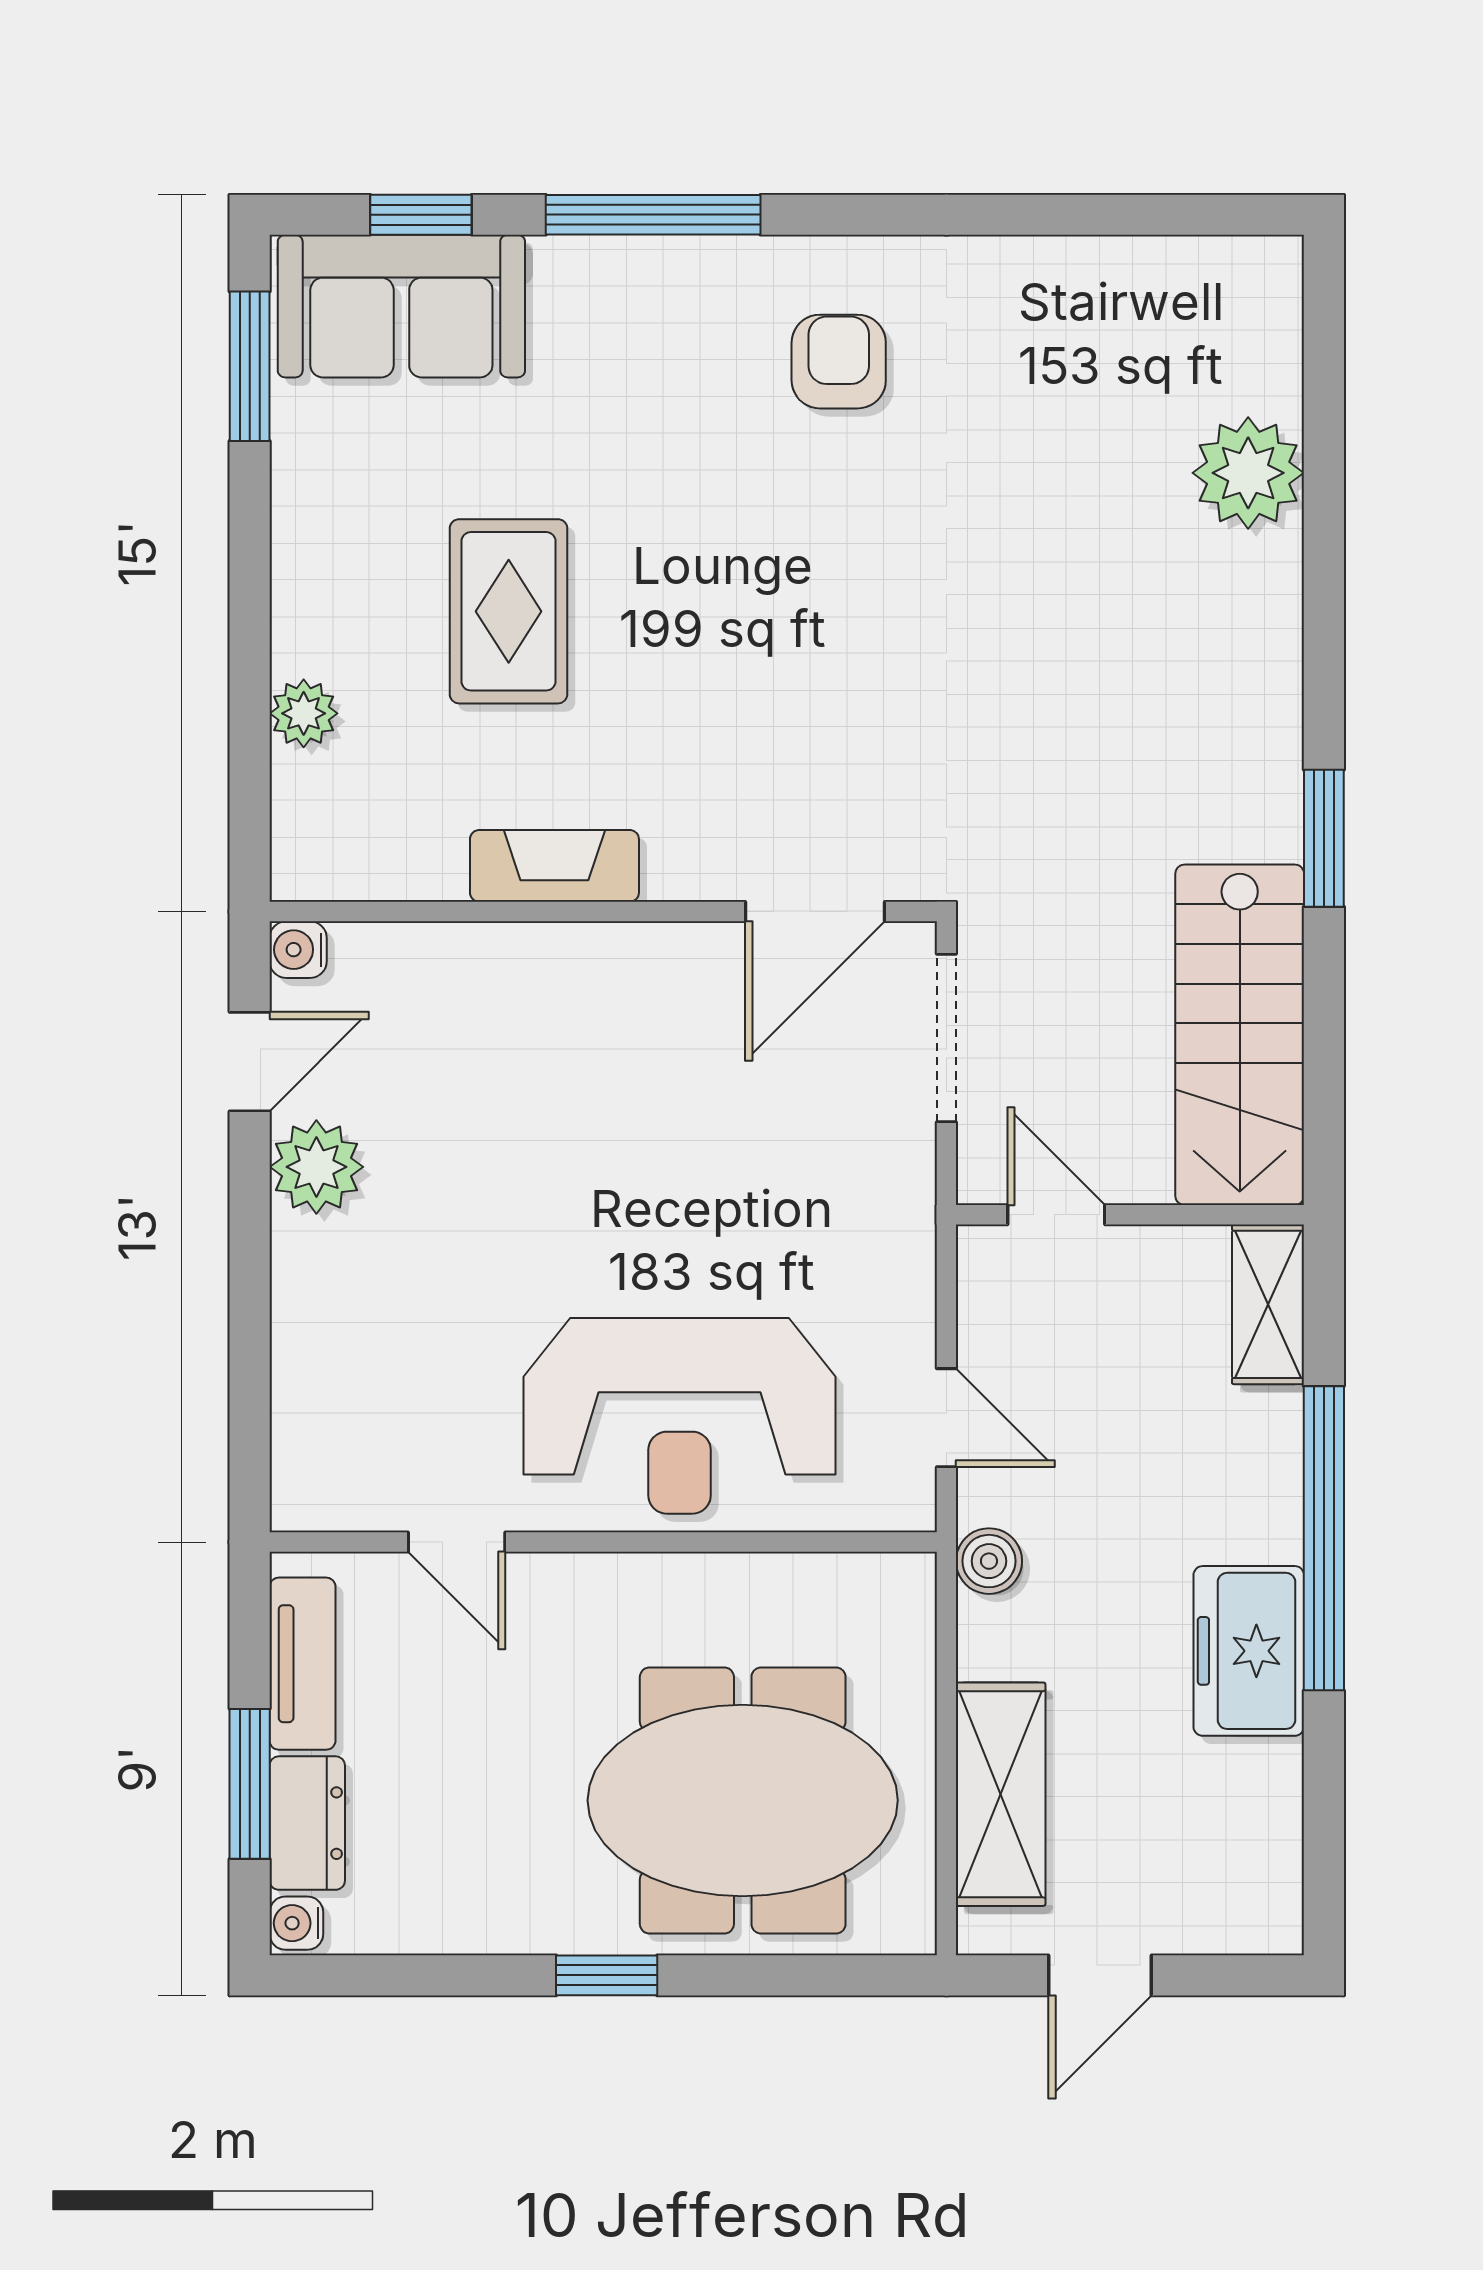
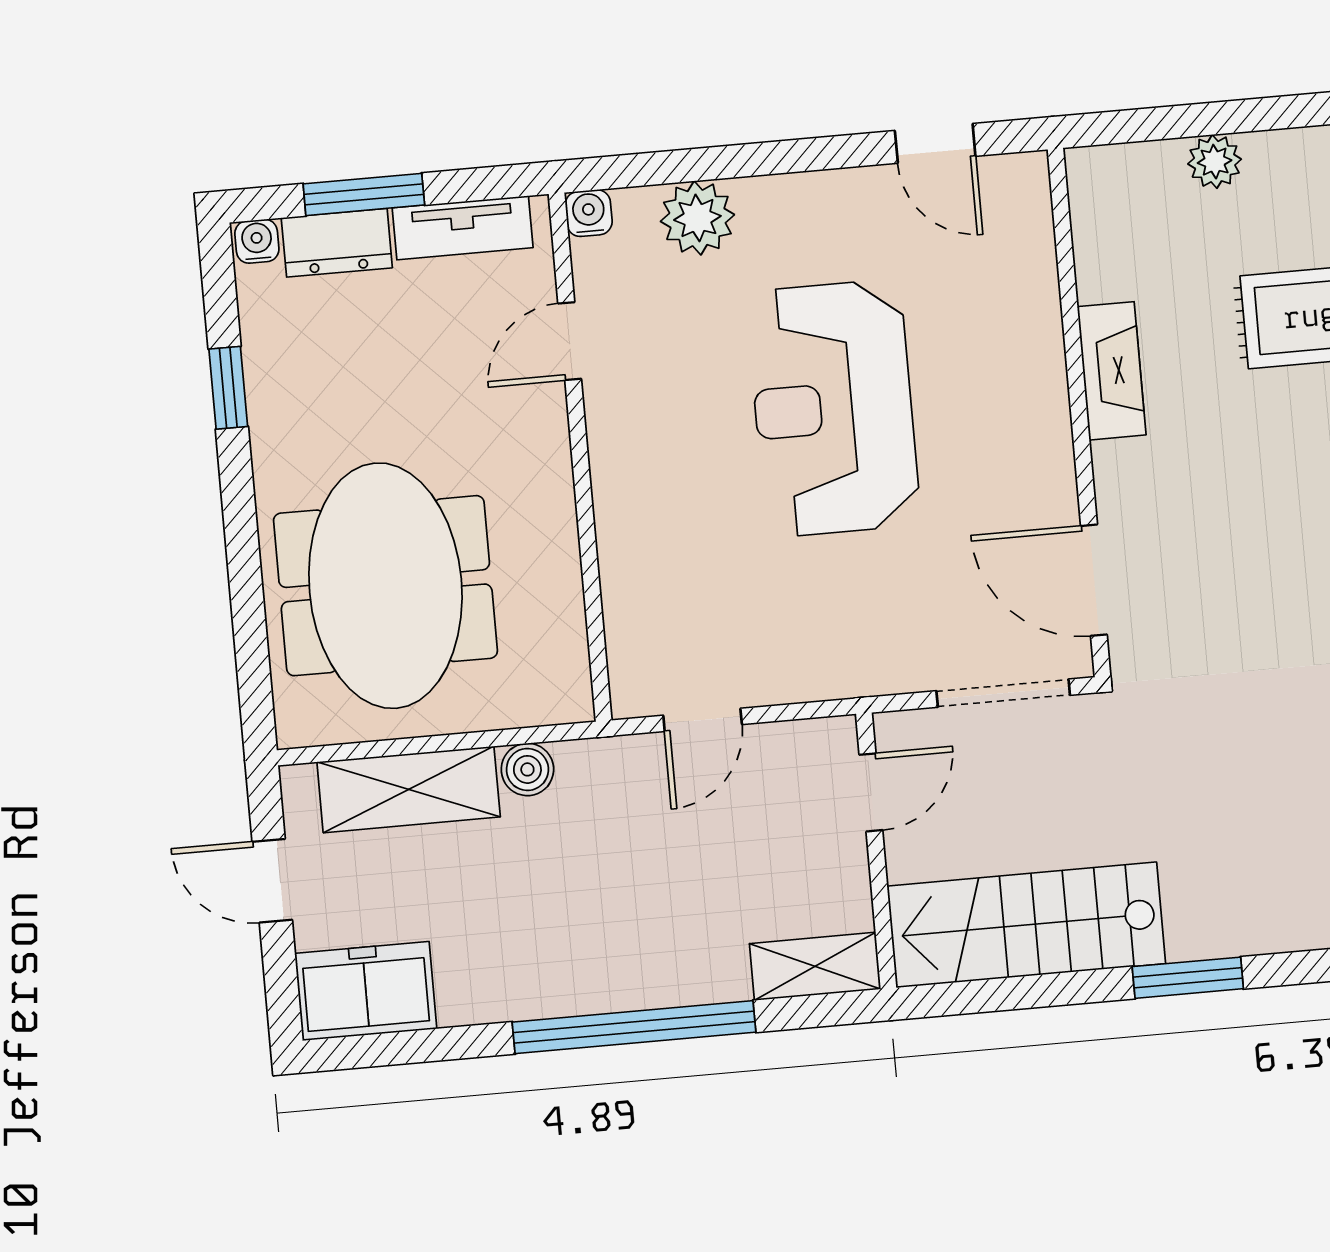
water cooler: (298, 950) -> (589, 213), moved
plant: (316, 1167) -> (697, 218), moved
reception desk: (680, 1416) -> (833, 408), moved
boiler: (989, 1561) -> (527, 769), moved
freezer: (1249, 1651) -> (366, 991), moved
window: (607, 1975) -> (228, 388), moved

